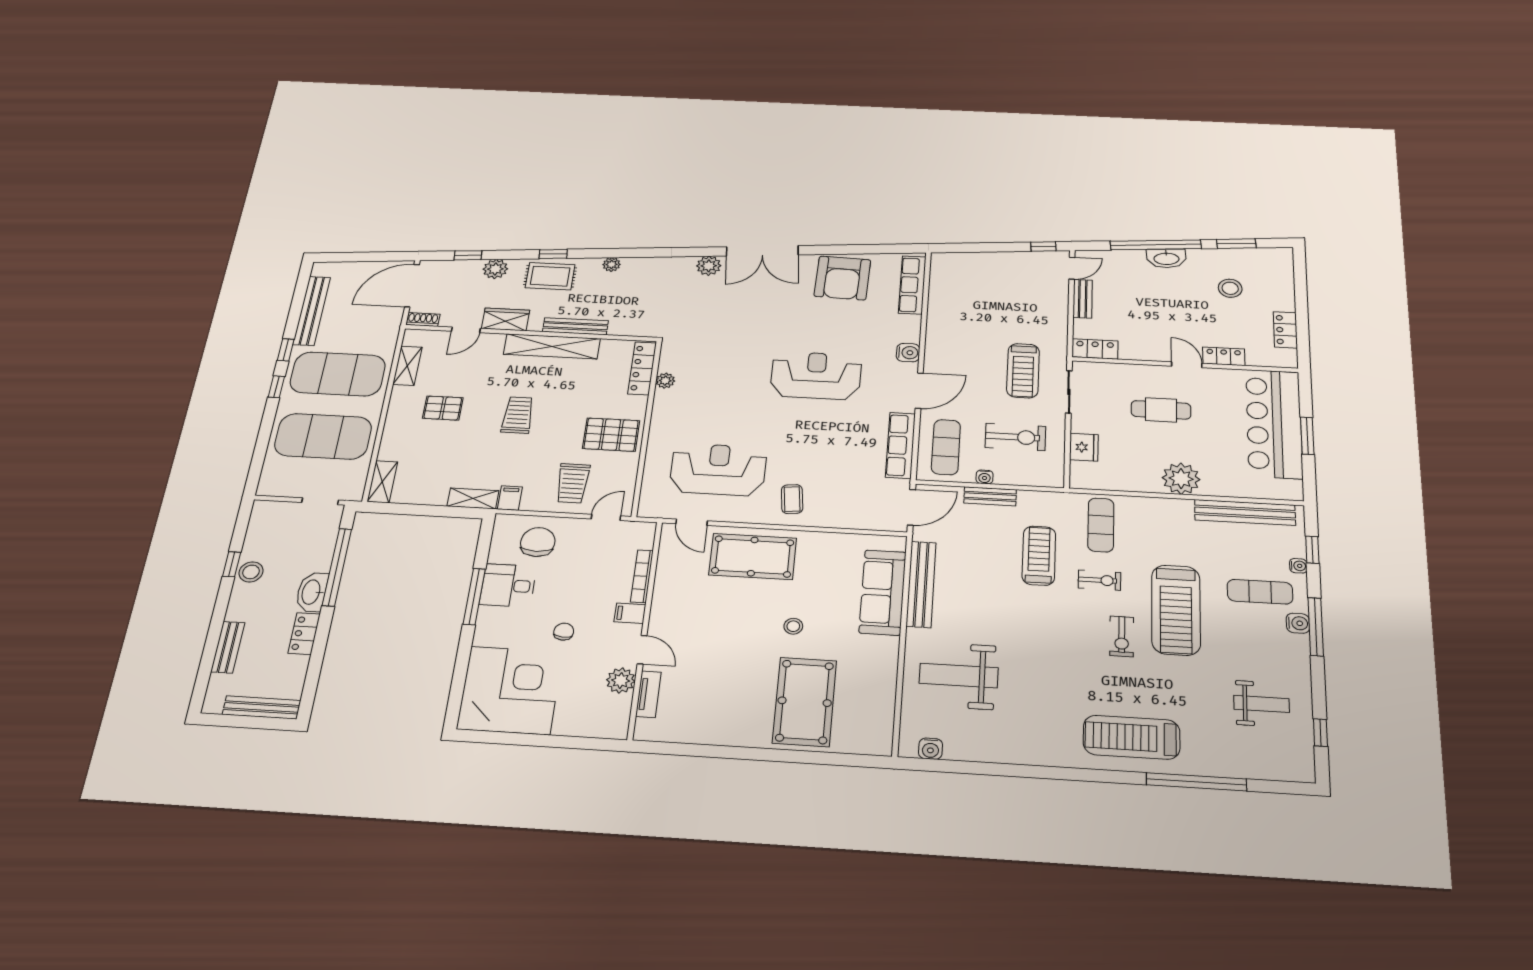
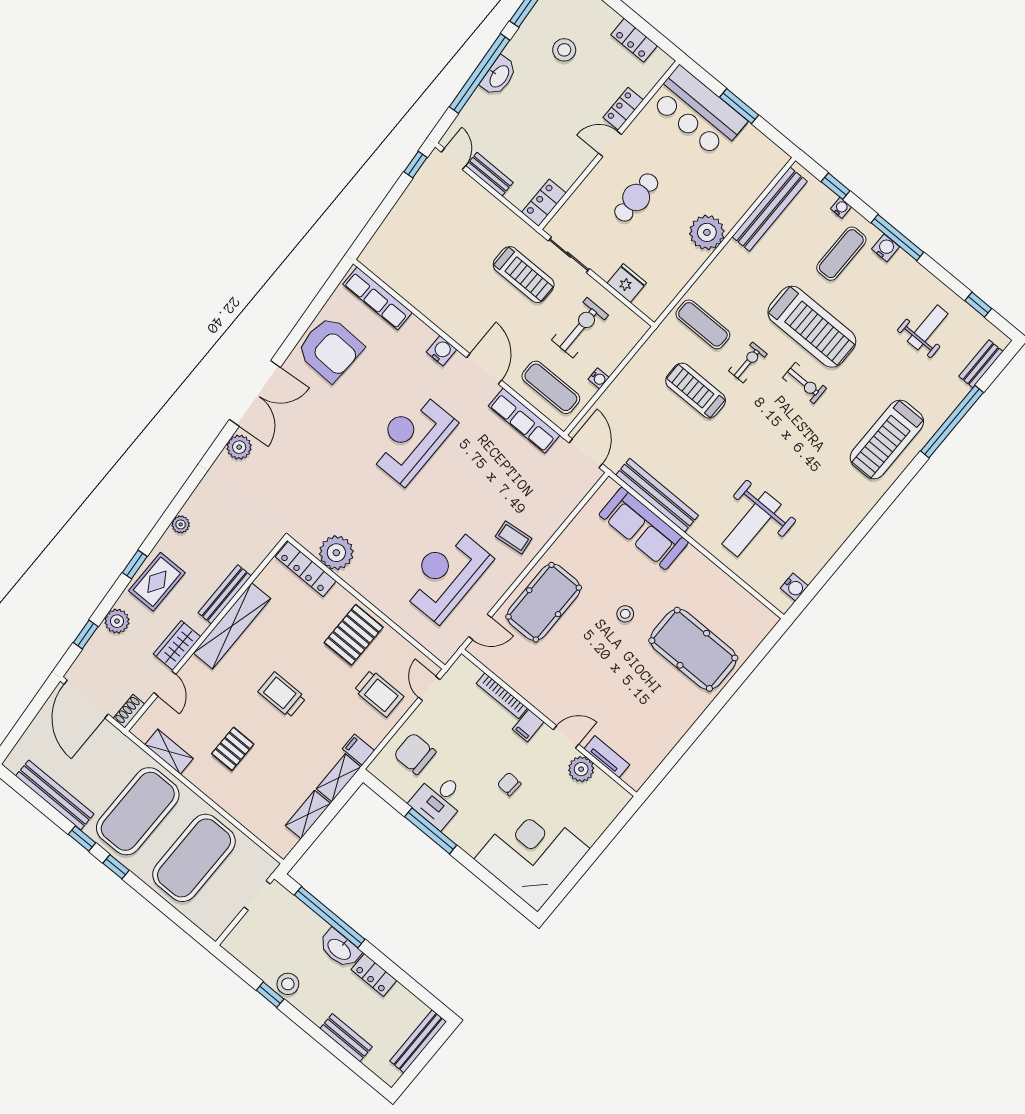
plant: (665, 381) -> (336, 553), width x1.87, depth x1.87
bar counter: (1274, 424) -> (698, 112), width x0.73
shelving: (382, 482) -> (308, 815), moved, turned 90
bench: (990, 496) -> (981, 364), moved

